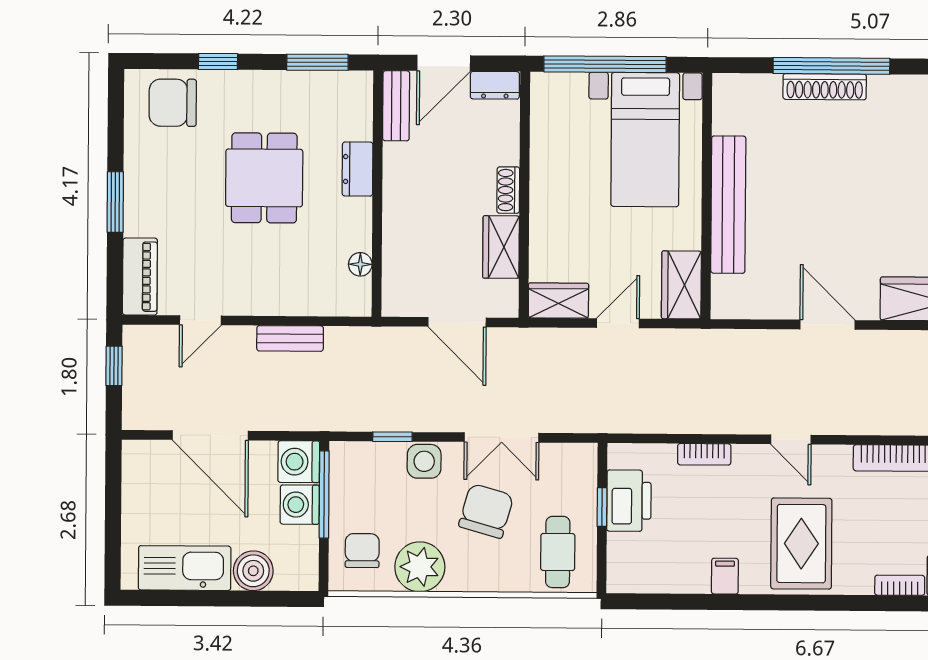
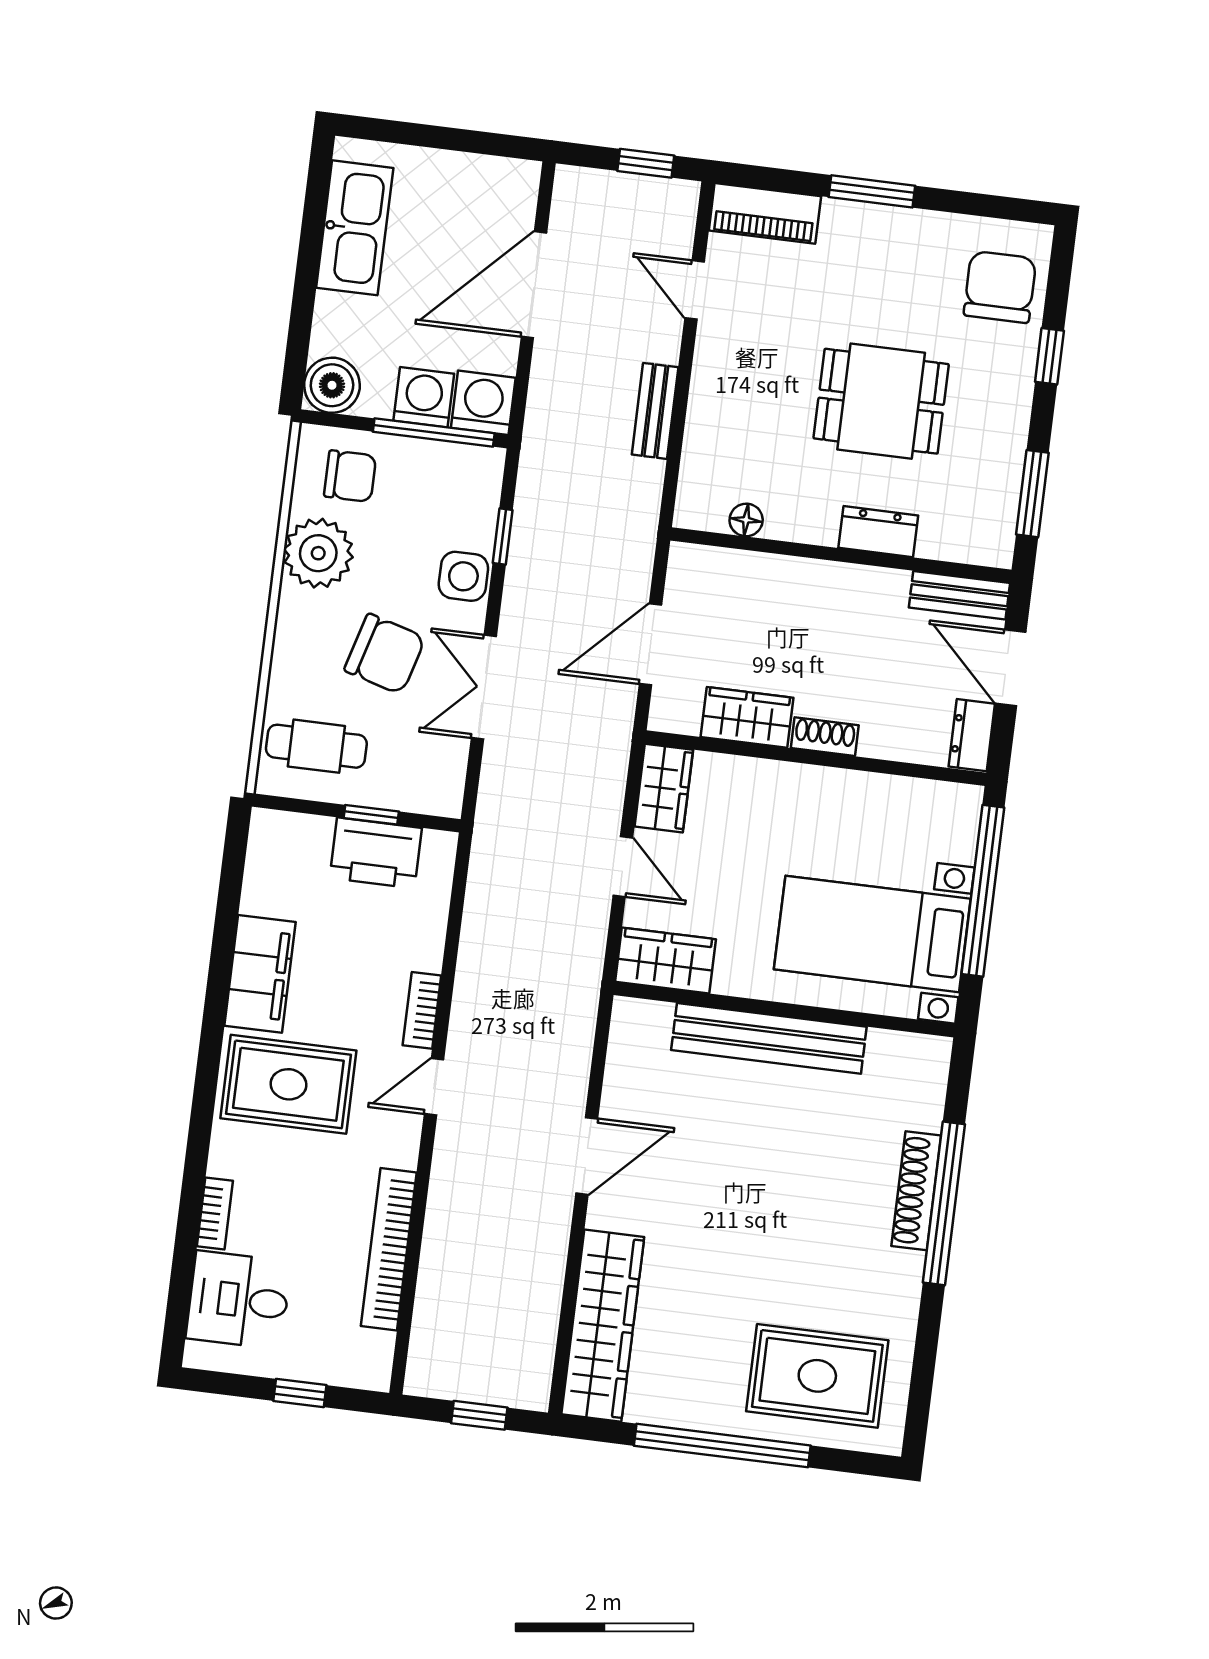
bookcase: (704, 454) -> (422, 1010), moved
boiler: (253, 571) -> (332, 385), moved
filing cabinet: (725, 576) -> (260, 974), width x3.00, depth x1.17

